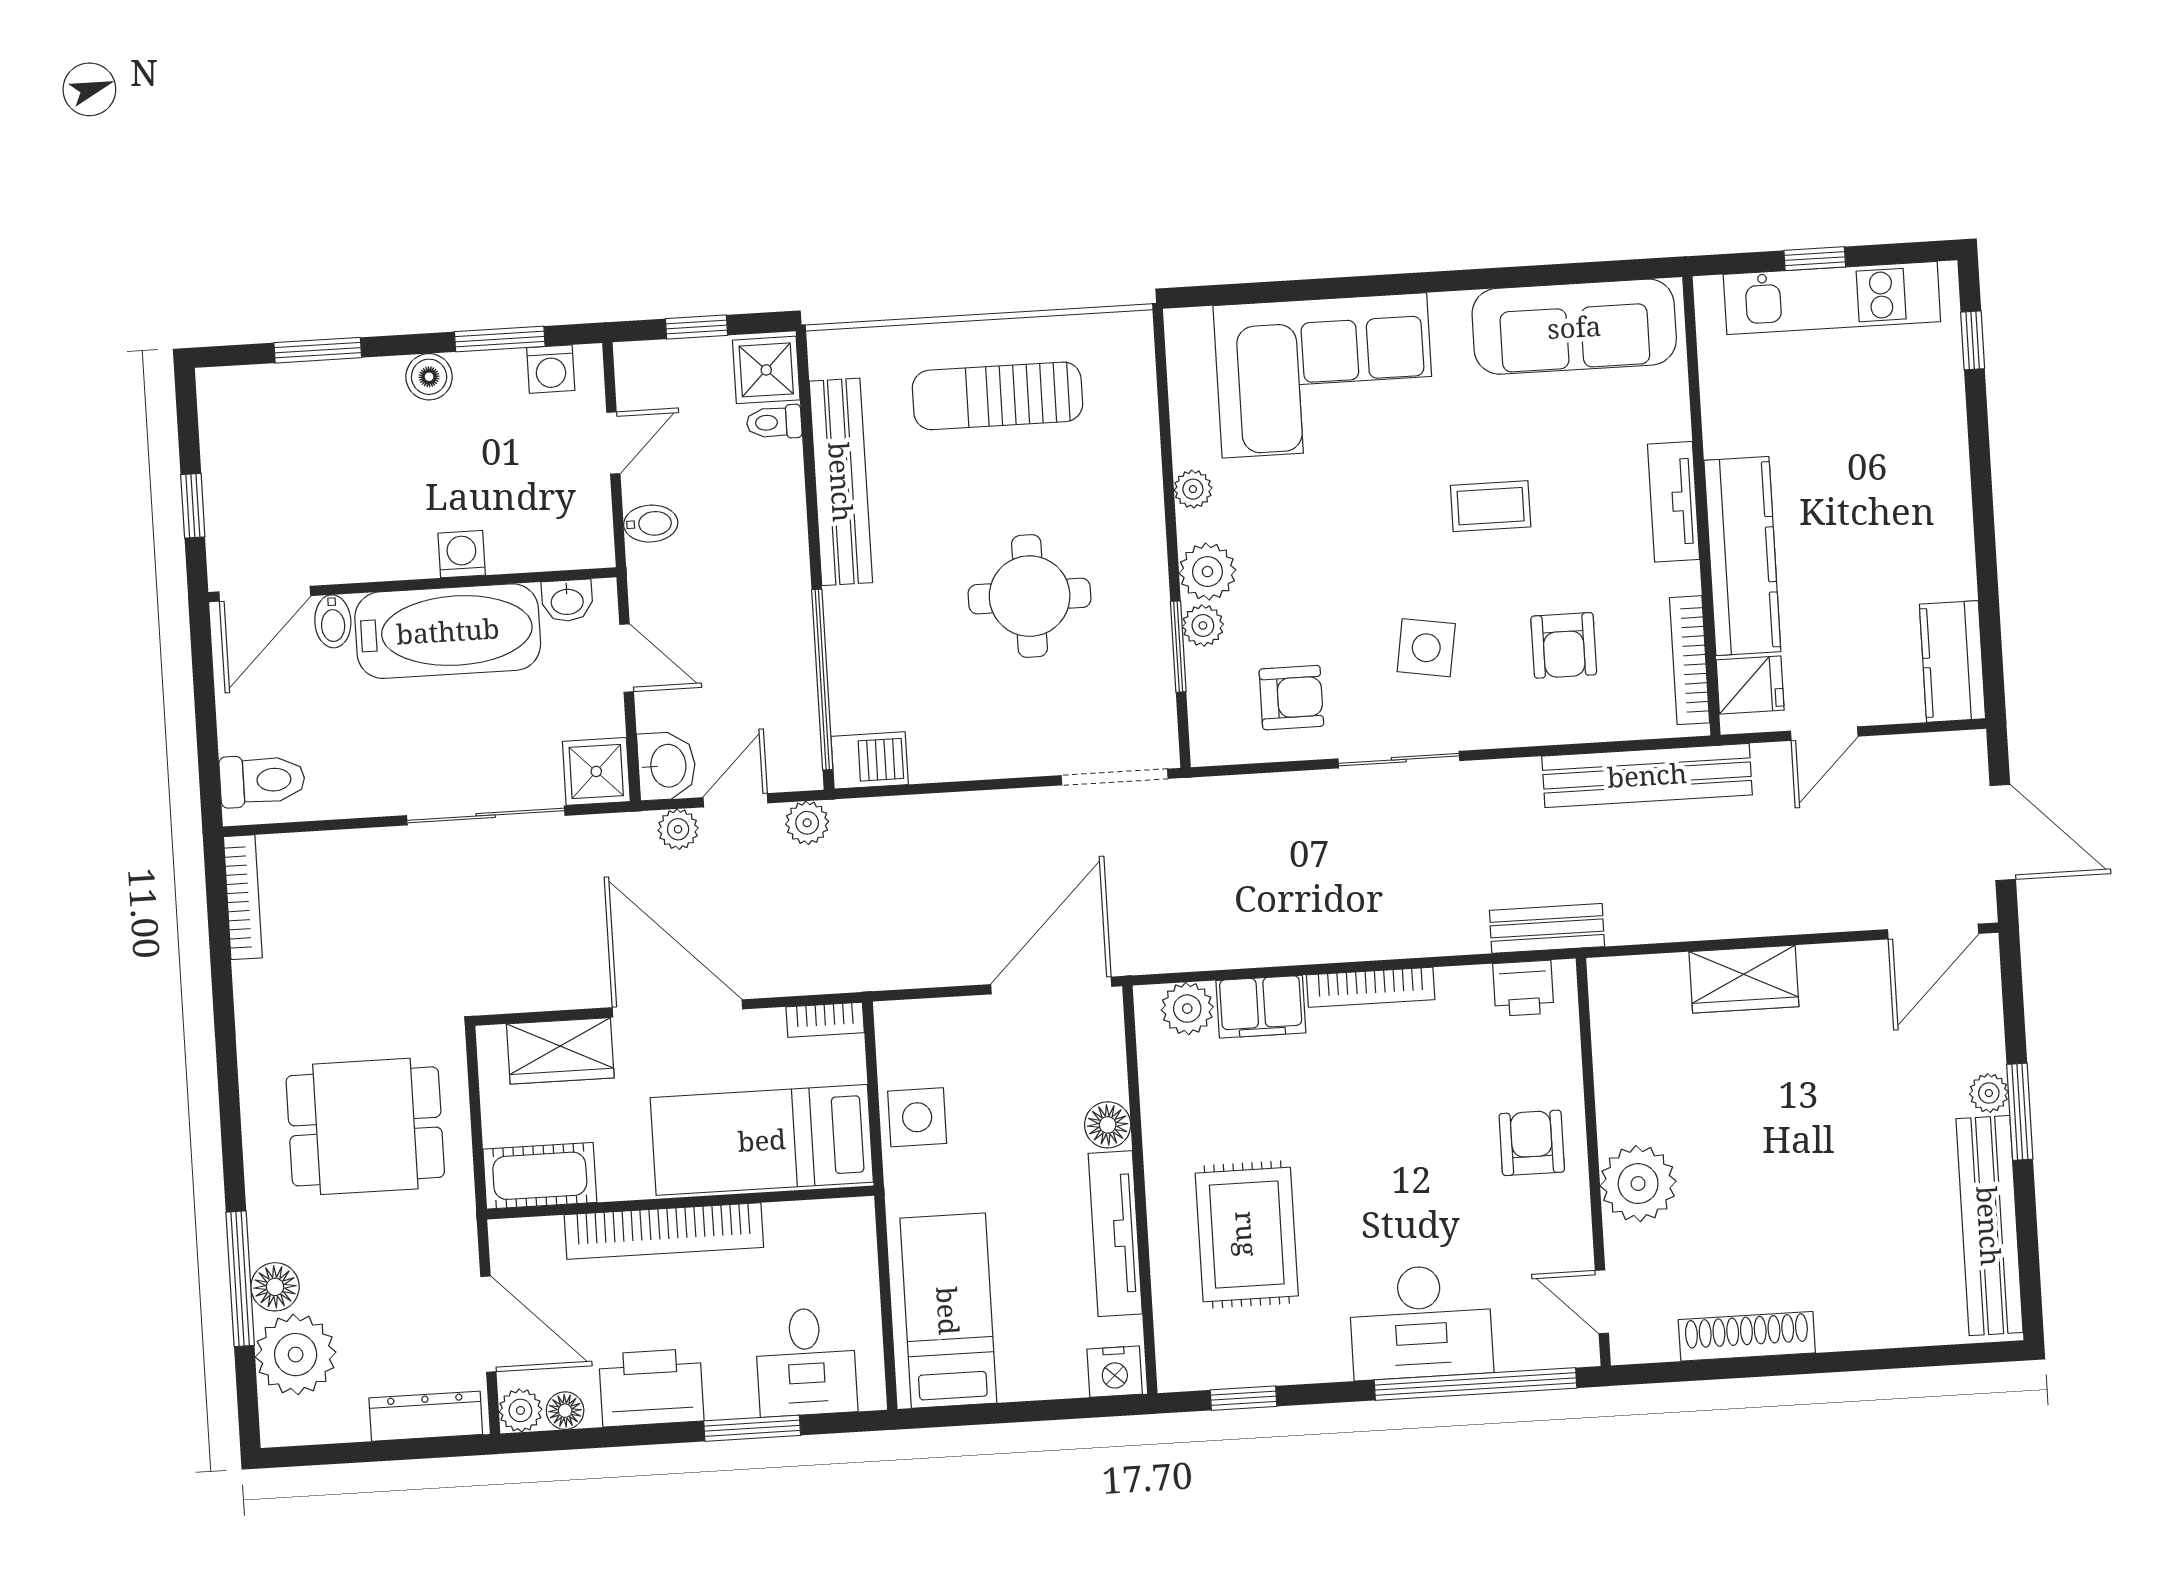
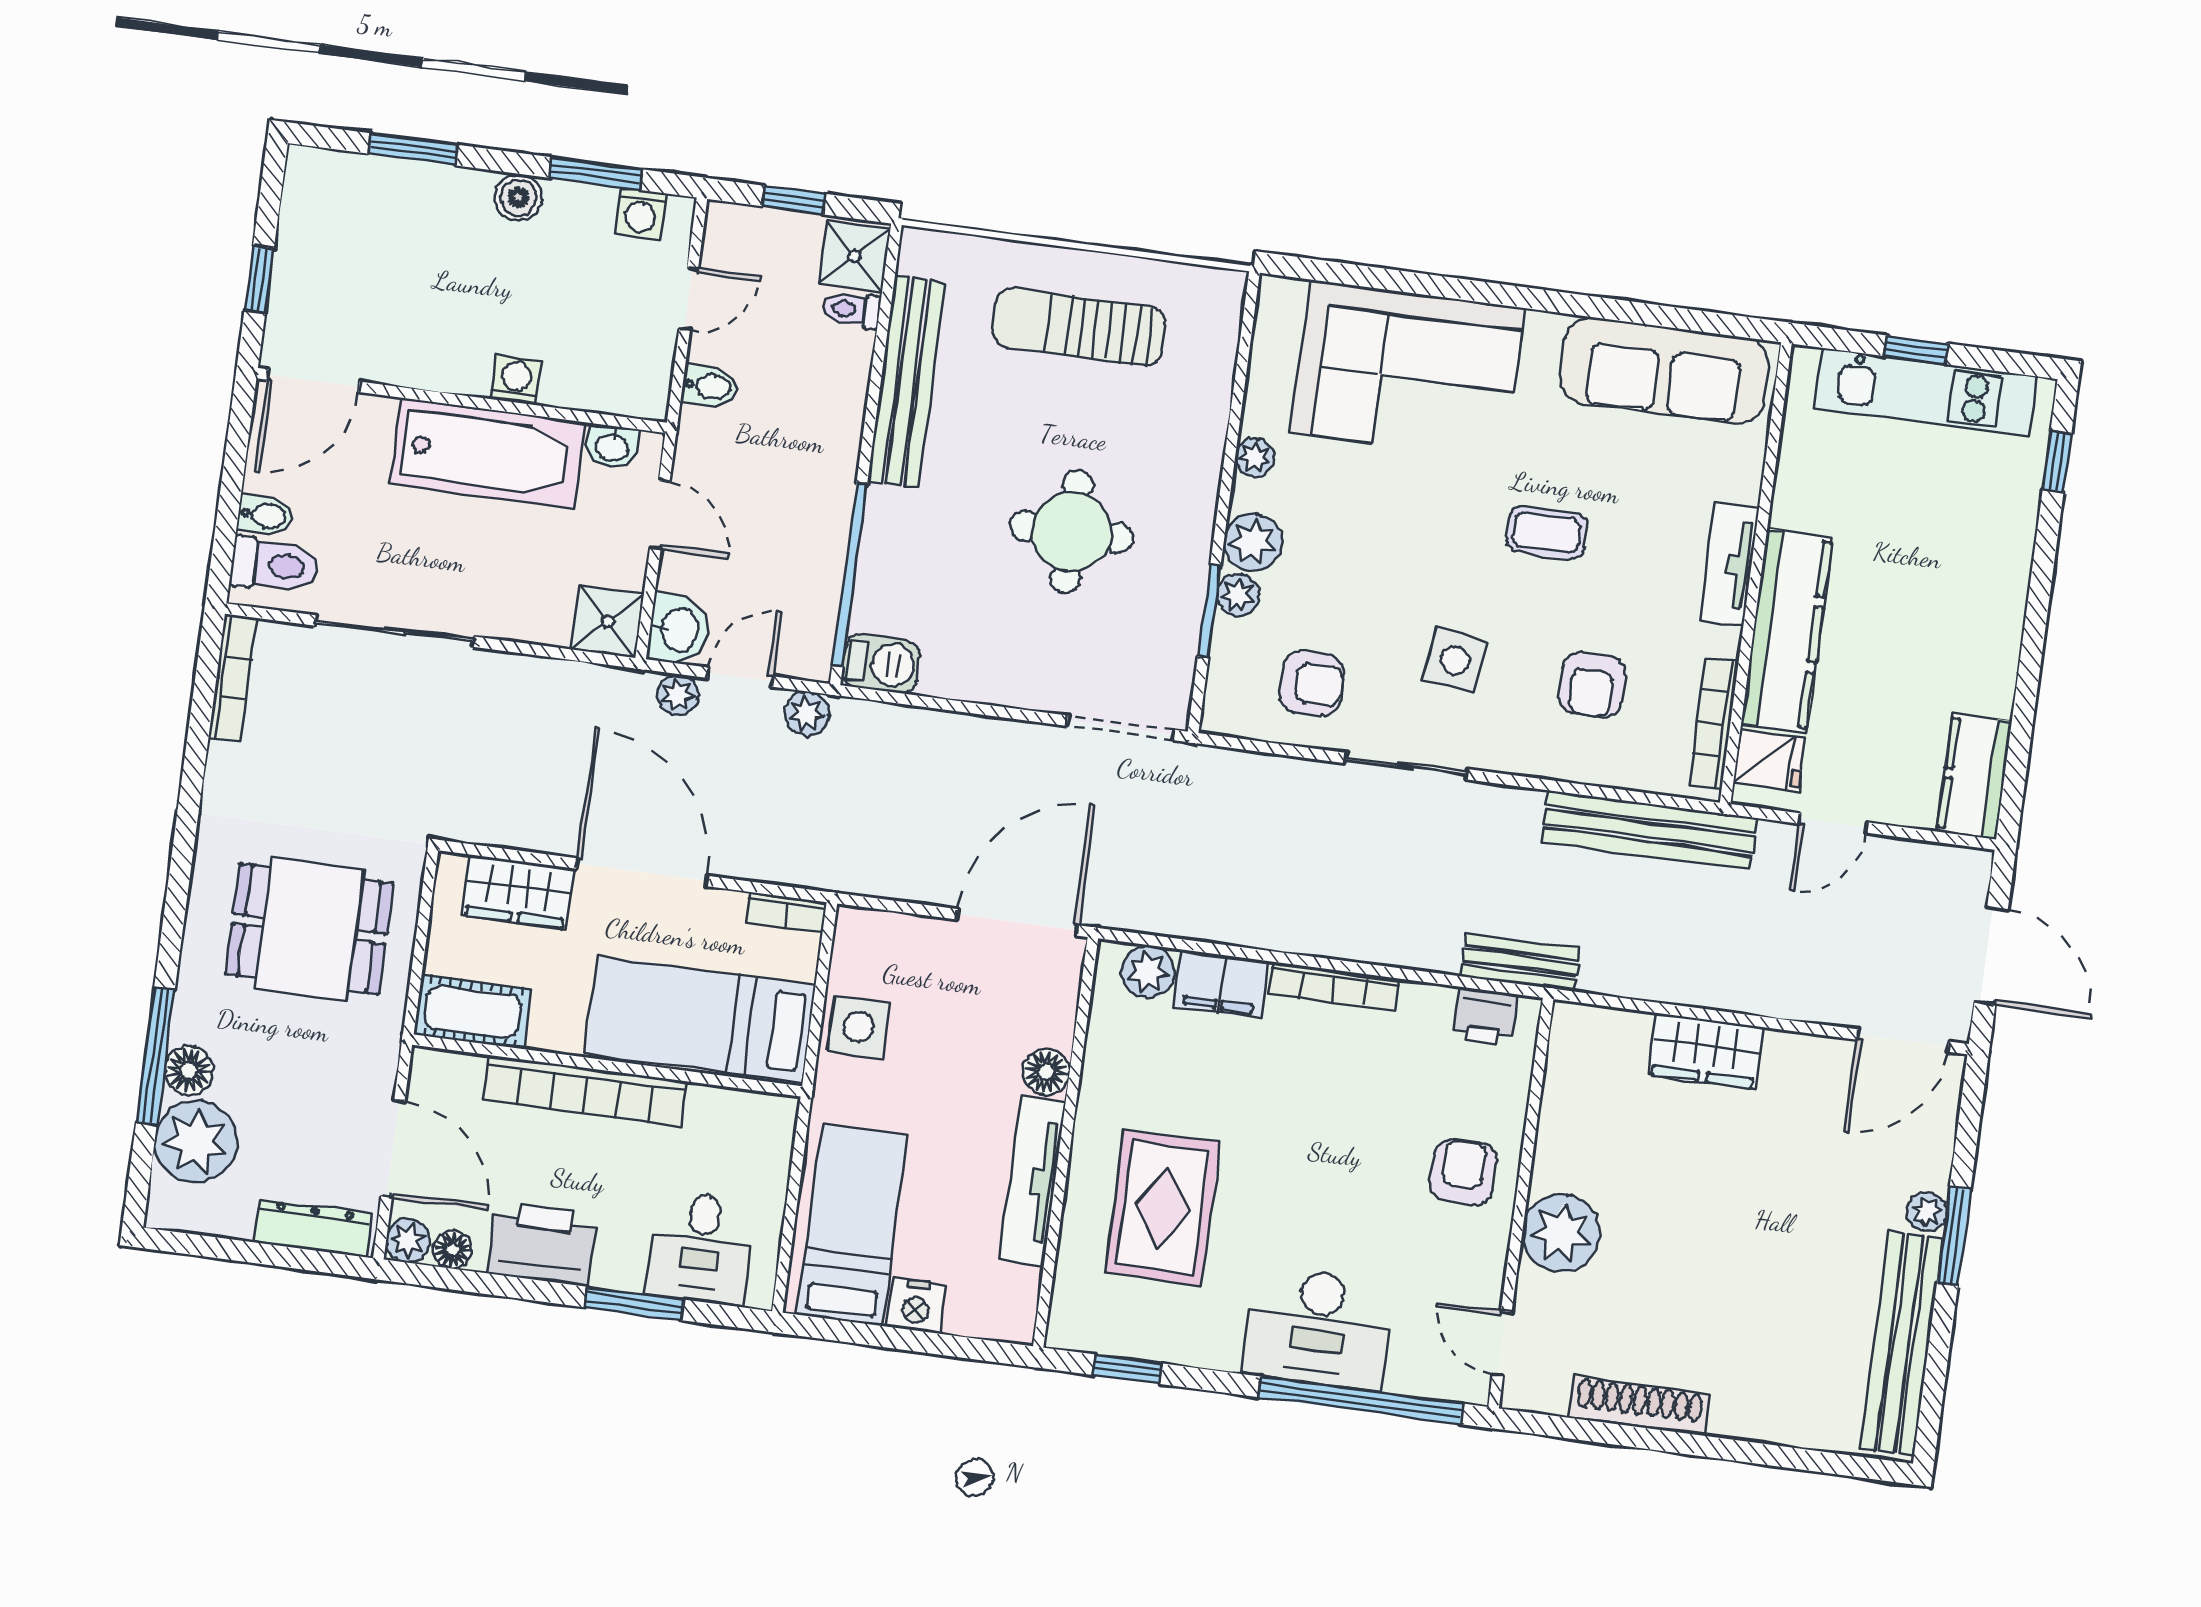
bidet: (333, 621) -> (265, 515), moved, turned -90
sliding door: (486, 816) -> (395, 631), moved
nightstand: (1115, 1372) -> (916, 1306), moved

